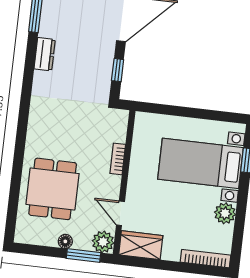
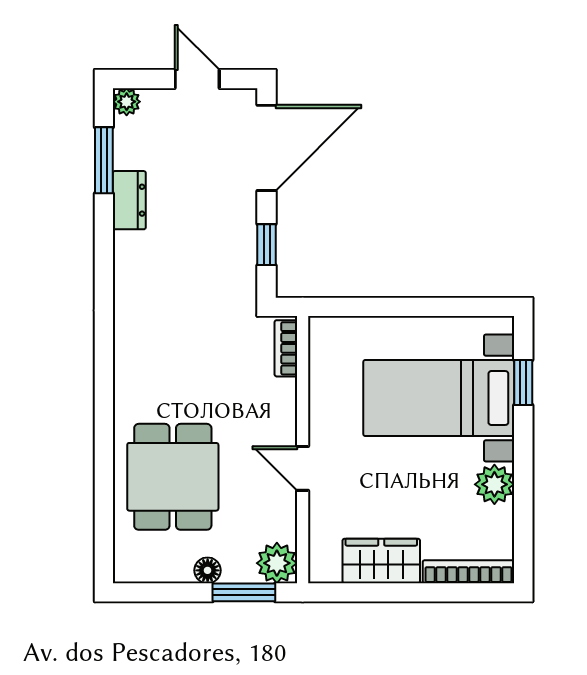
dresser: (45, 54) -> (129, 200), moved
bookcase: (118, 159) -> (286, 348), moved
door: (120, 213) -> (303, 468), moved
wardrobe: (141, 245) -> (381, 561), moved

